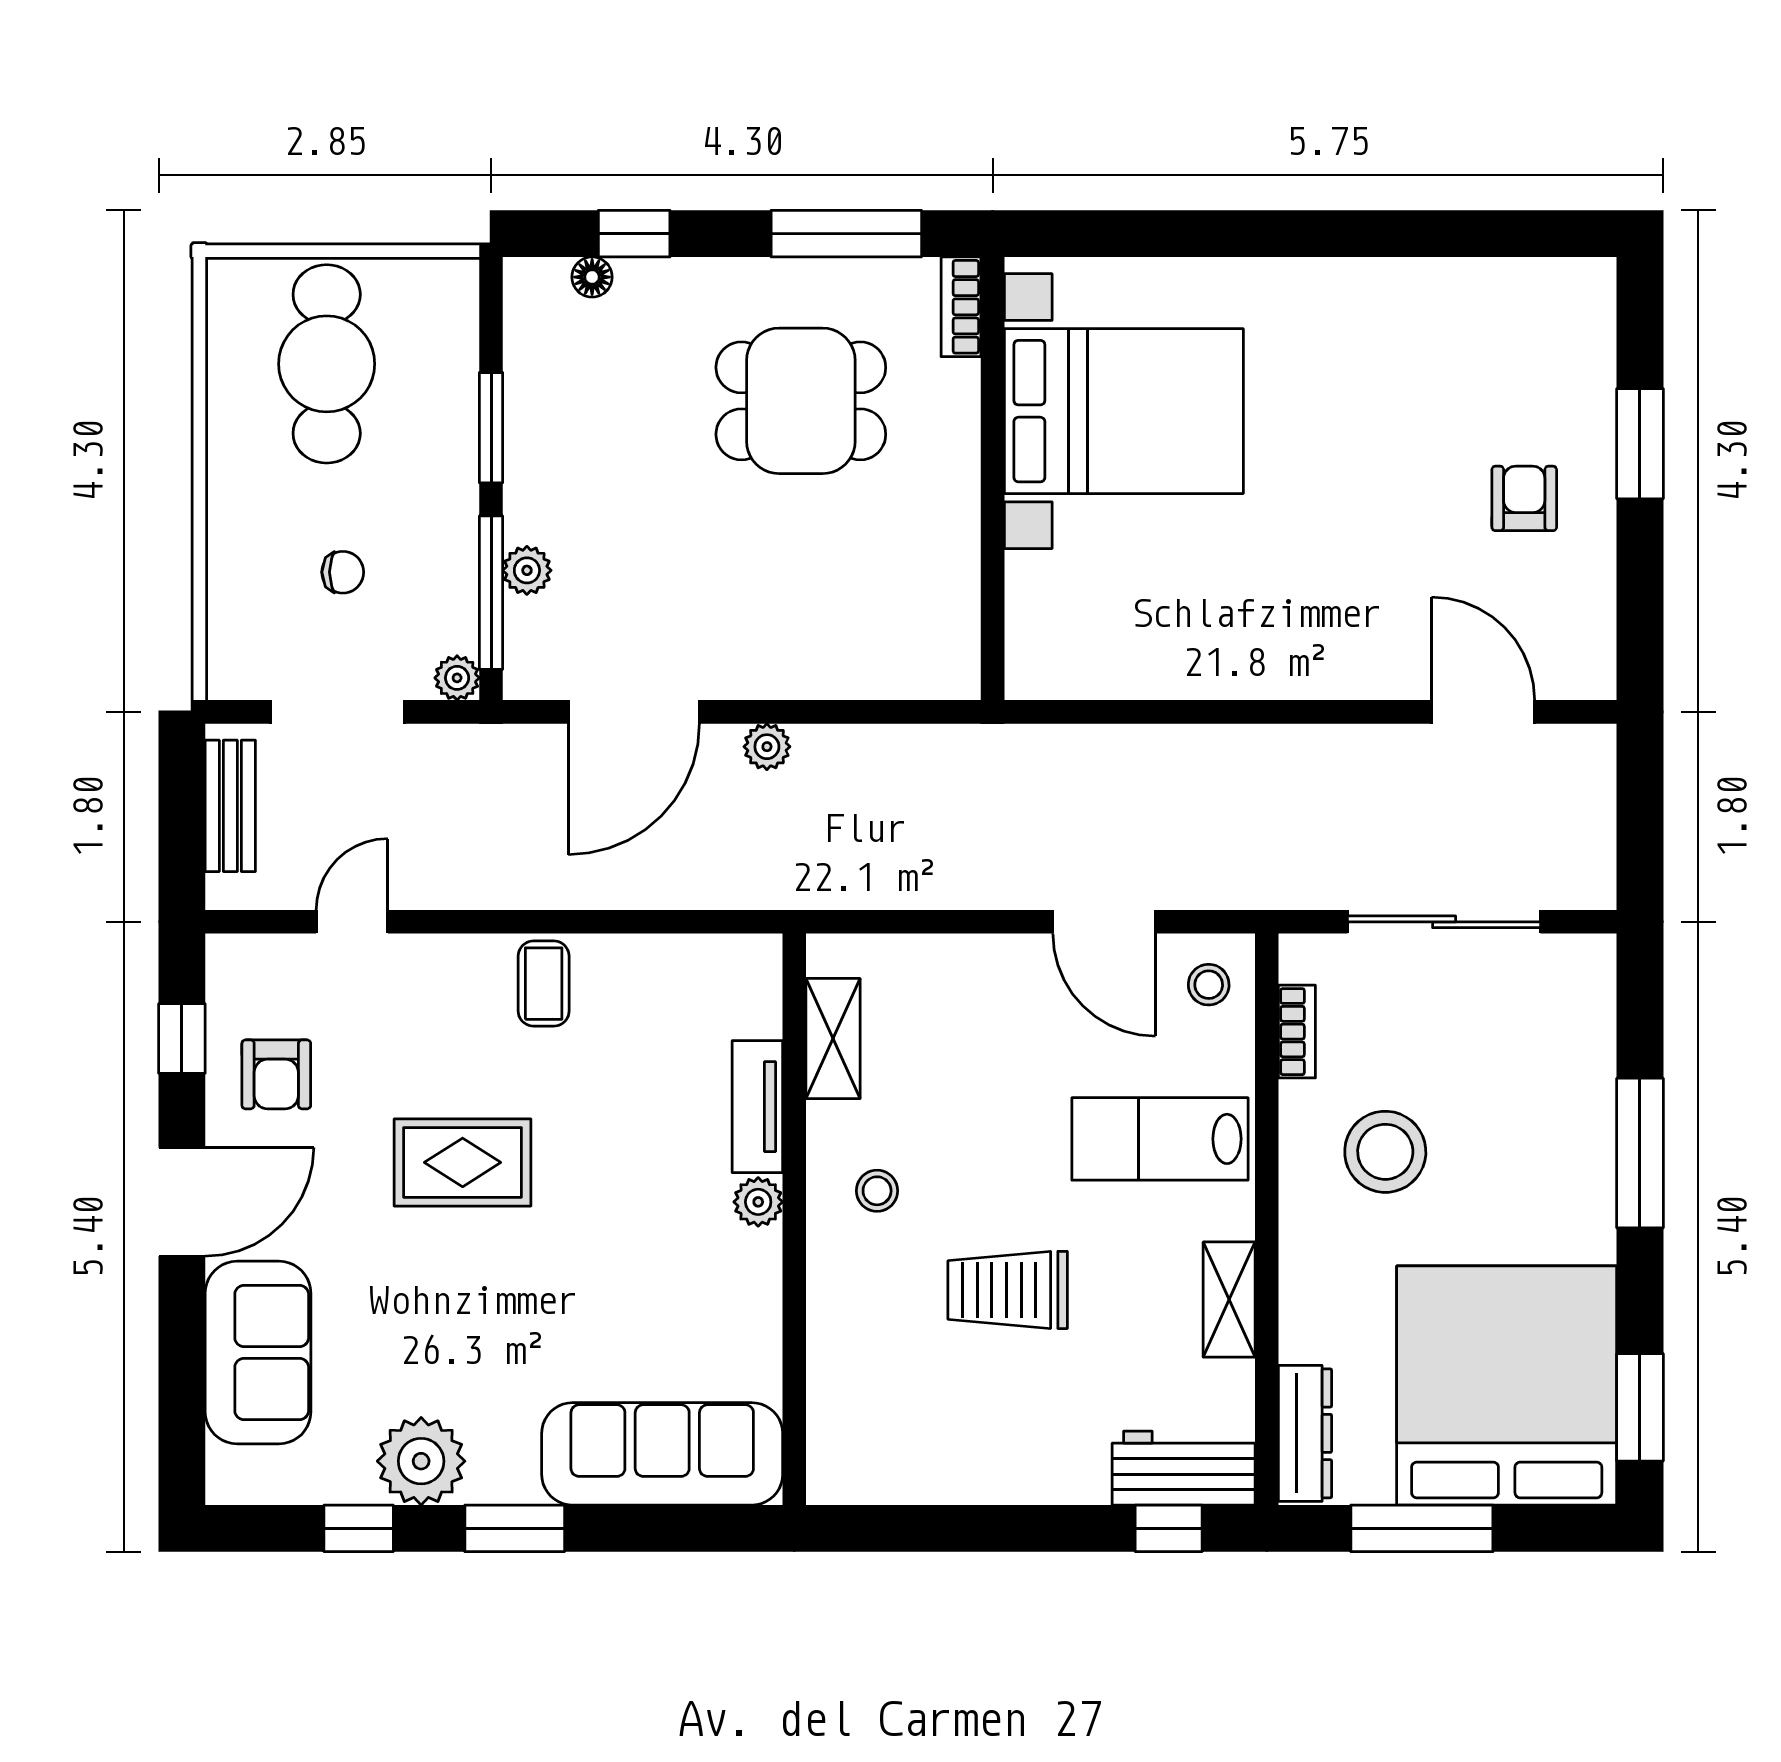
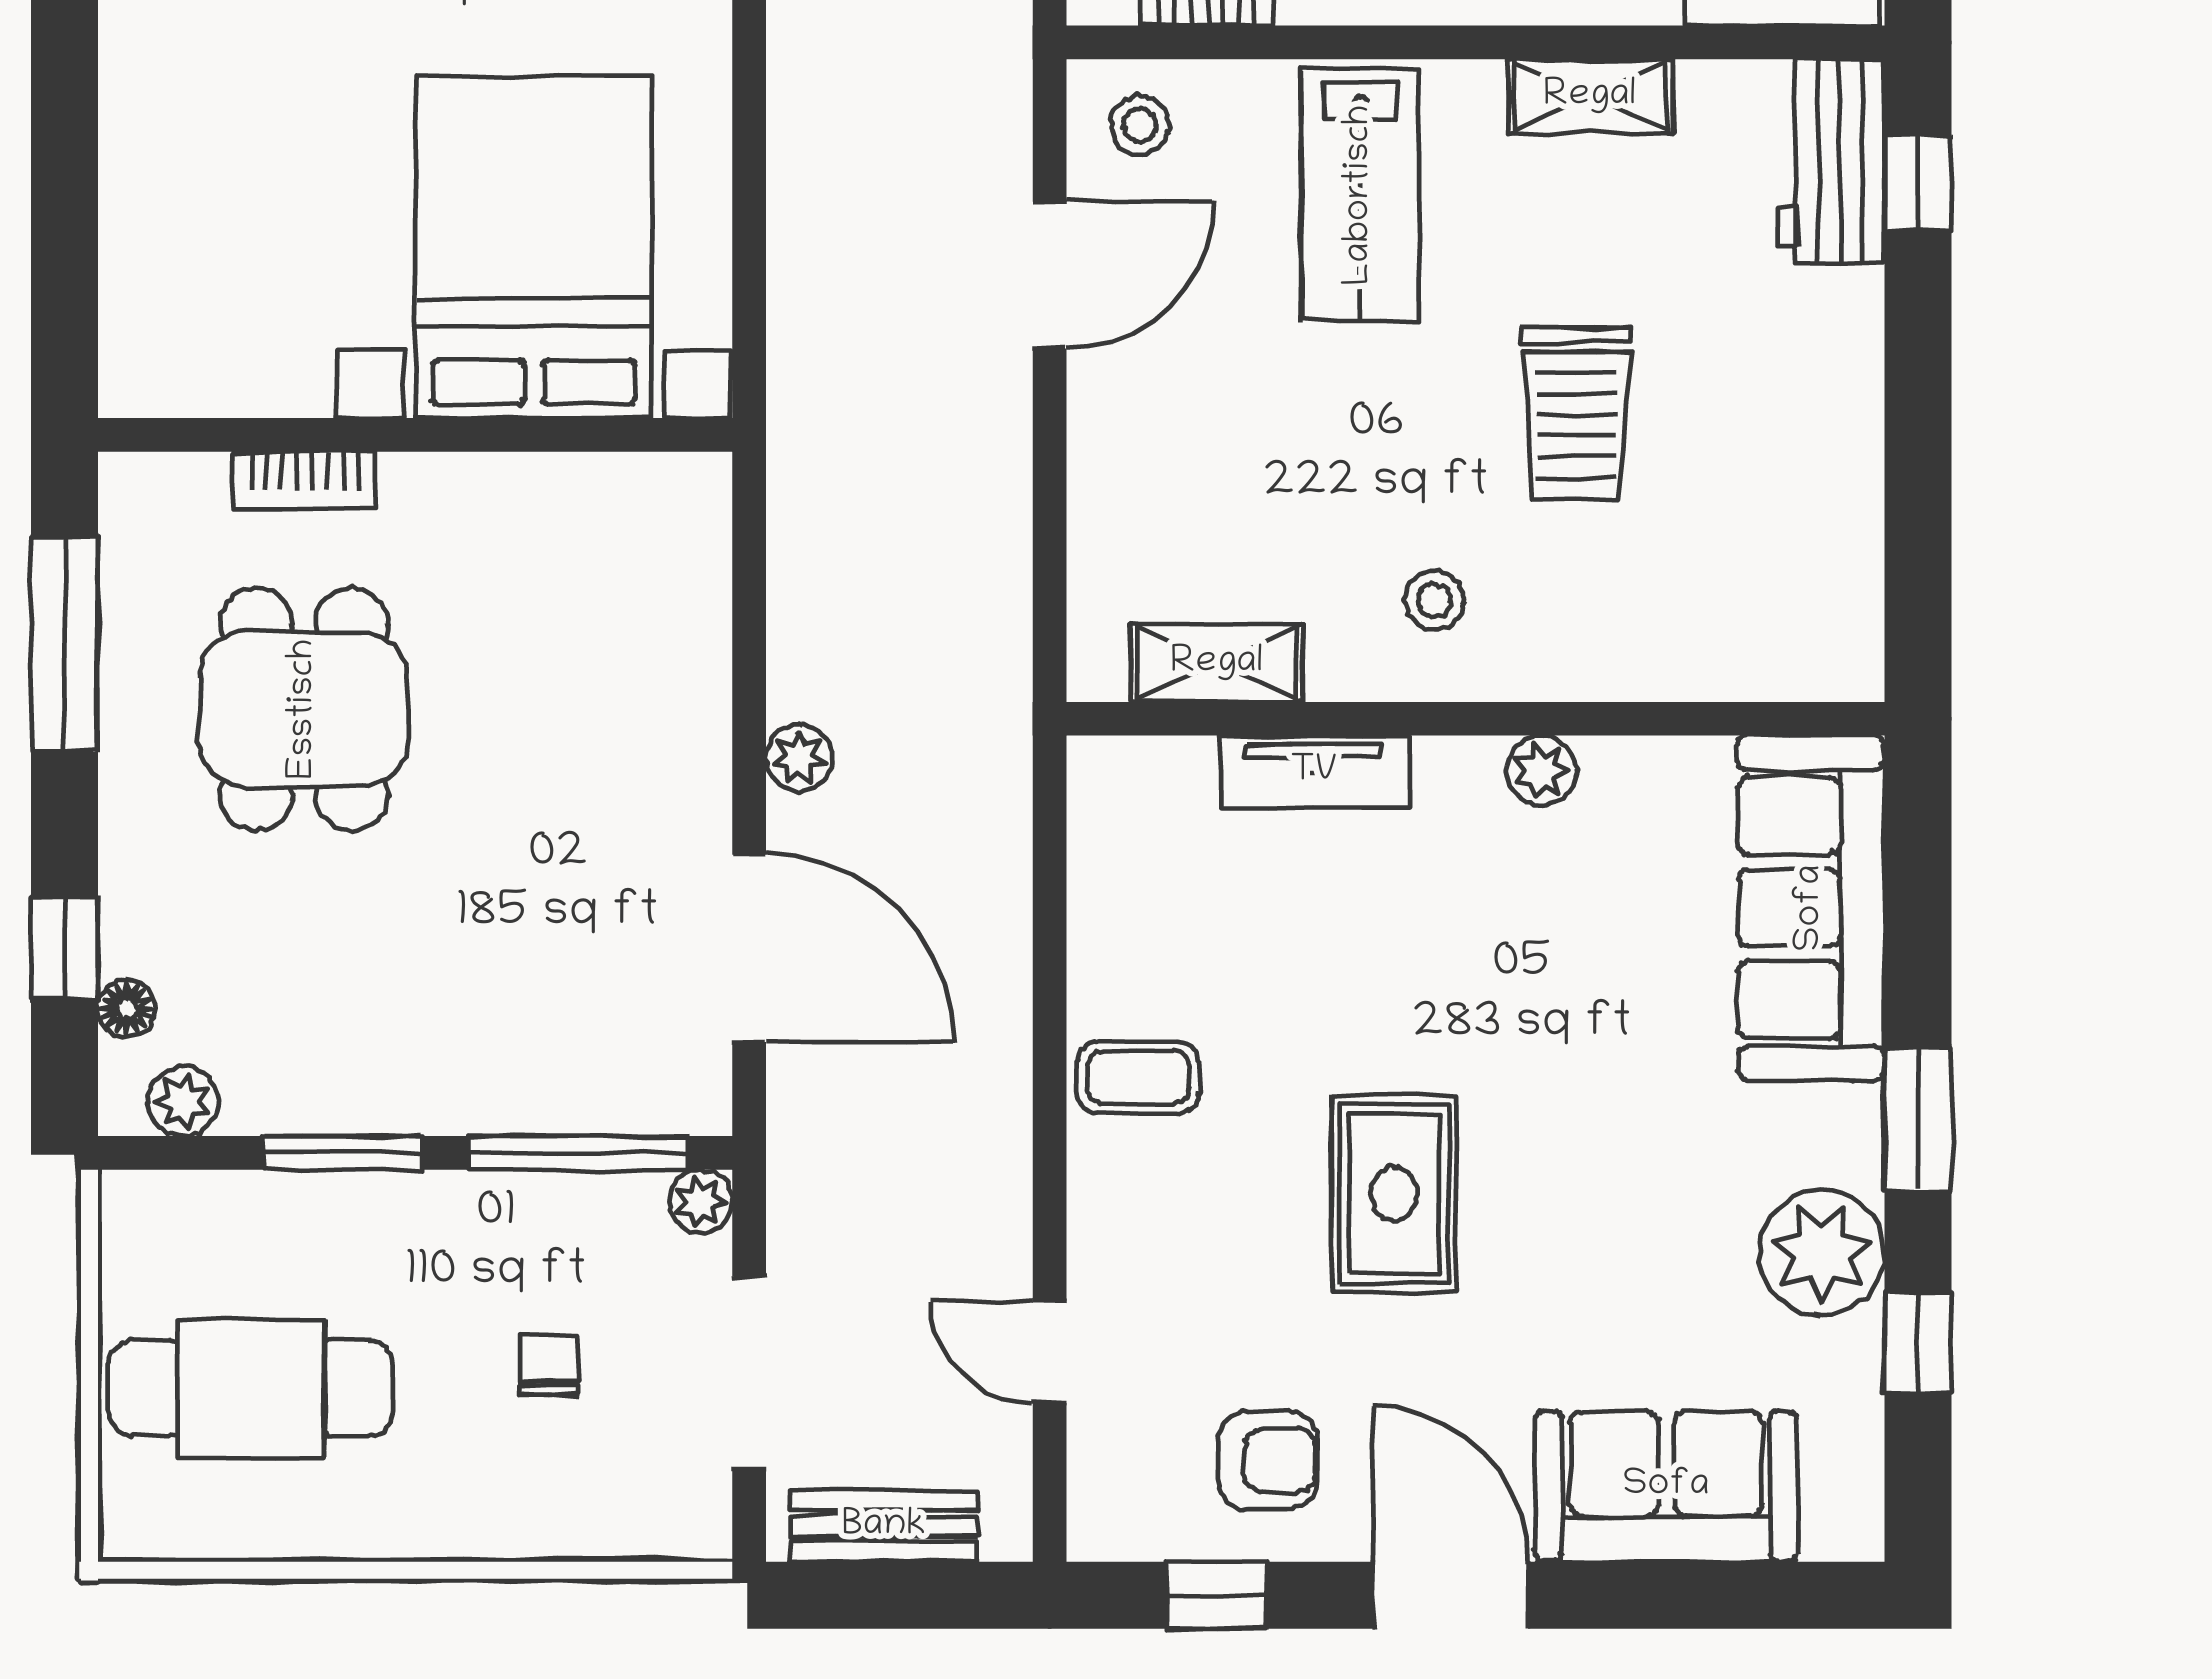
bookcase: (961, 307) -> (305, 480), moved
bed with nightstands: (1124, 411) -> (534, 247), moved
plant: (527, 570) -> (183, 1101), moved
plant: (758, 1202) -> (1541, 770), moved

